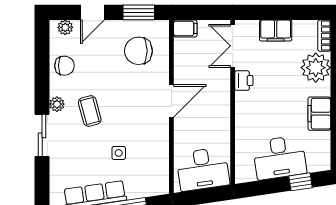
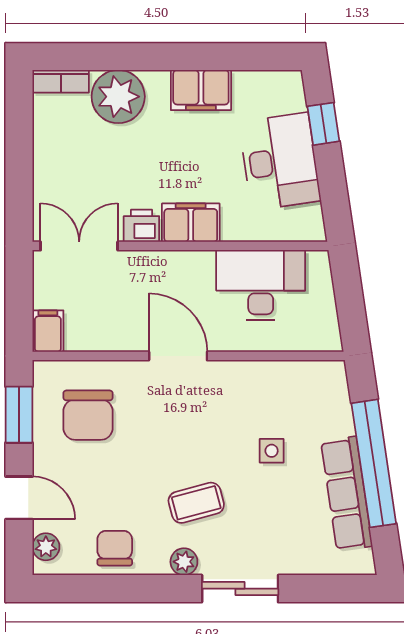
filing cabinet: (276, 31) -> (191, 223), moved, turned -90
double door: (233, 46) -> (79, 246), swing flipped
desk: (203, 169) -> (261, 285), moved, turned -82

